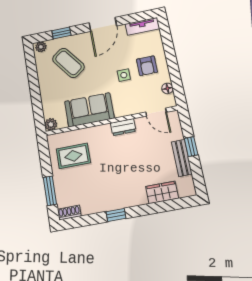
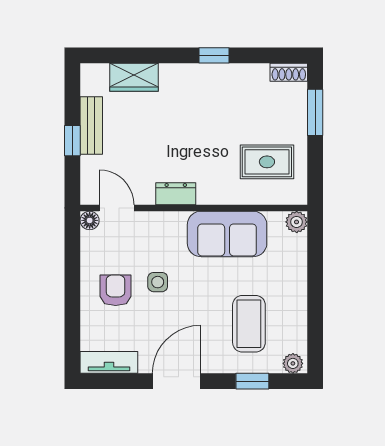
coffee table: (68, 63) -> (249, 324), turned 37
floor lamp: (167, 88) -> (90, 220), moved

